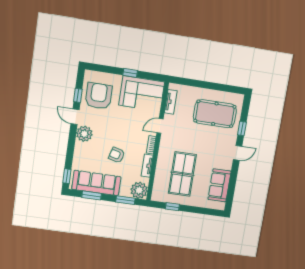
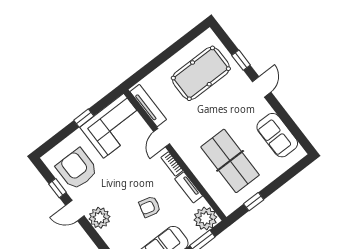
tv unit: (171, 102) -> (148, 106), width x1.41

